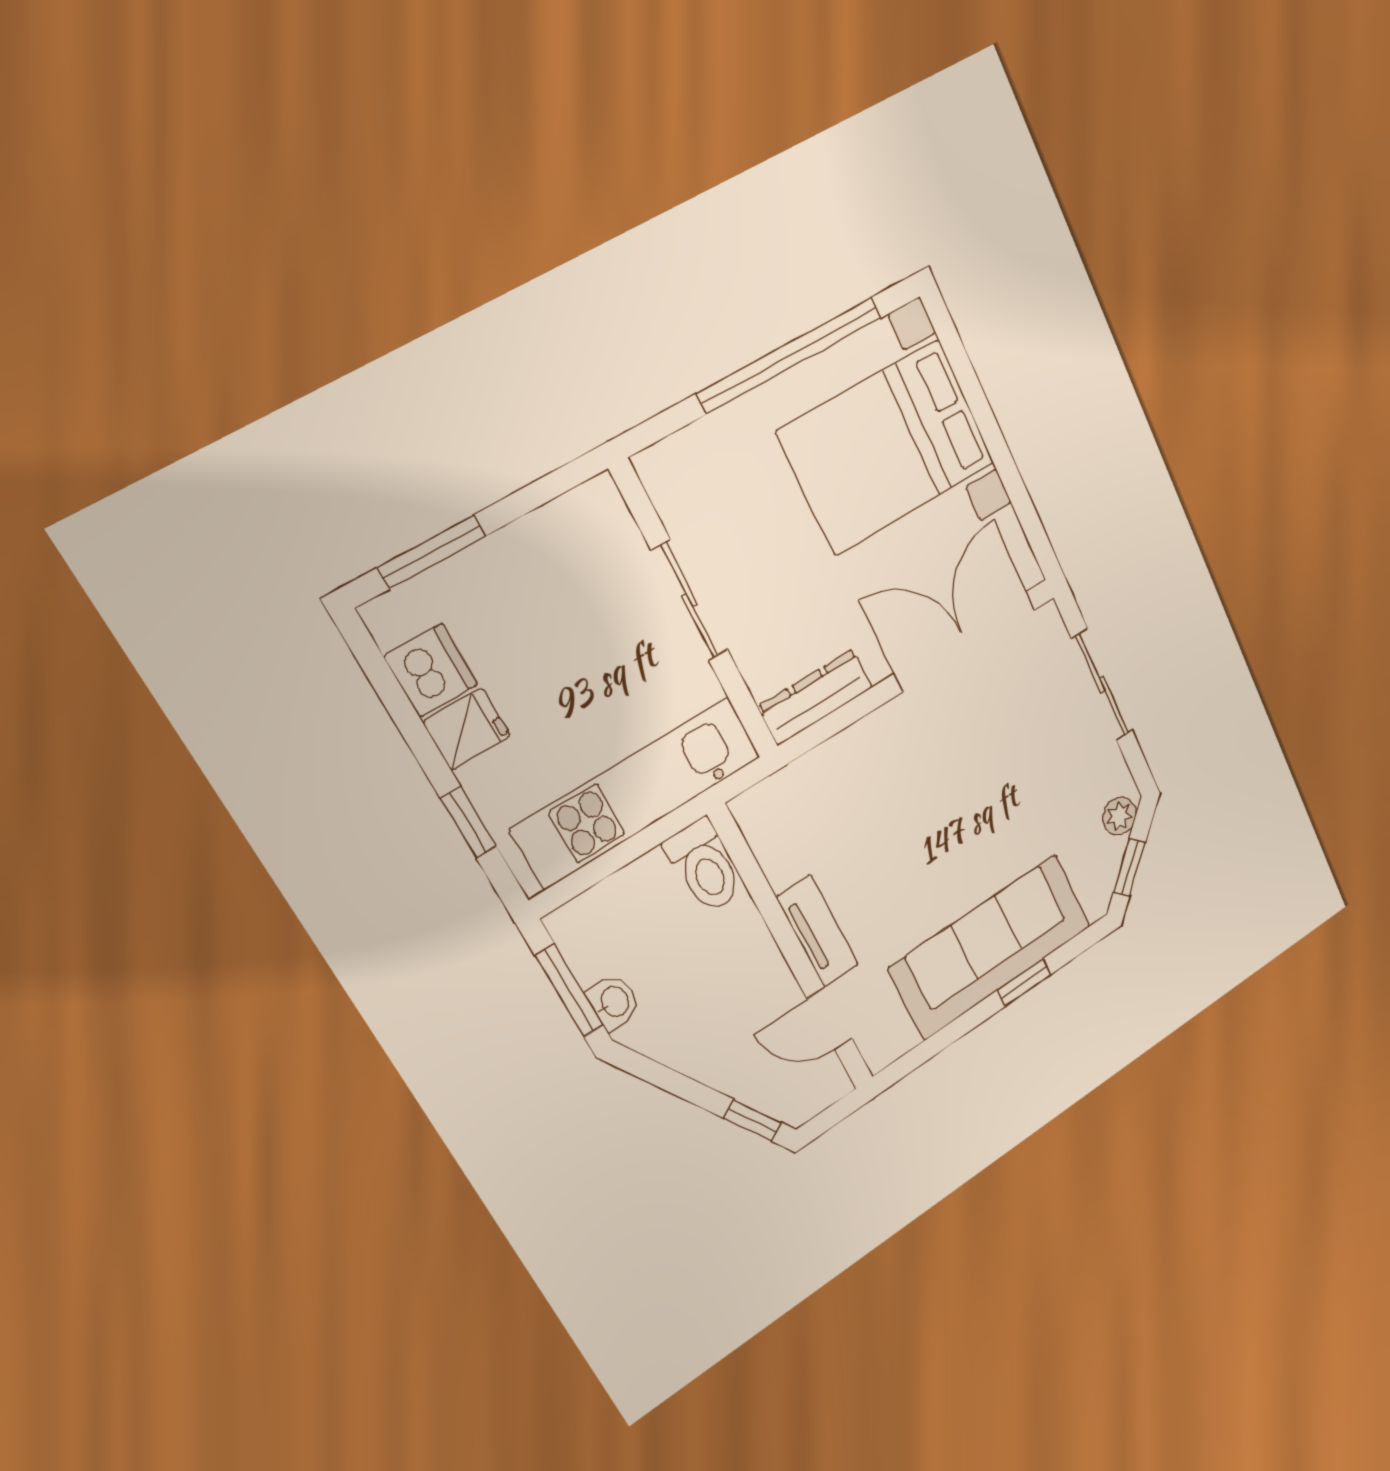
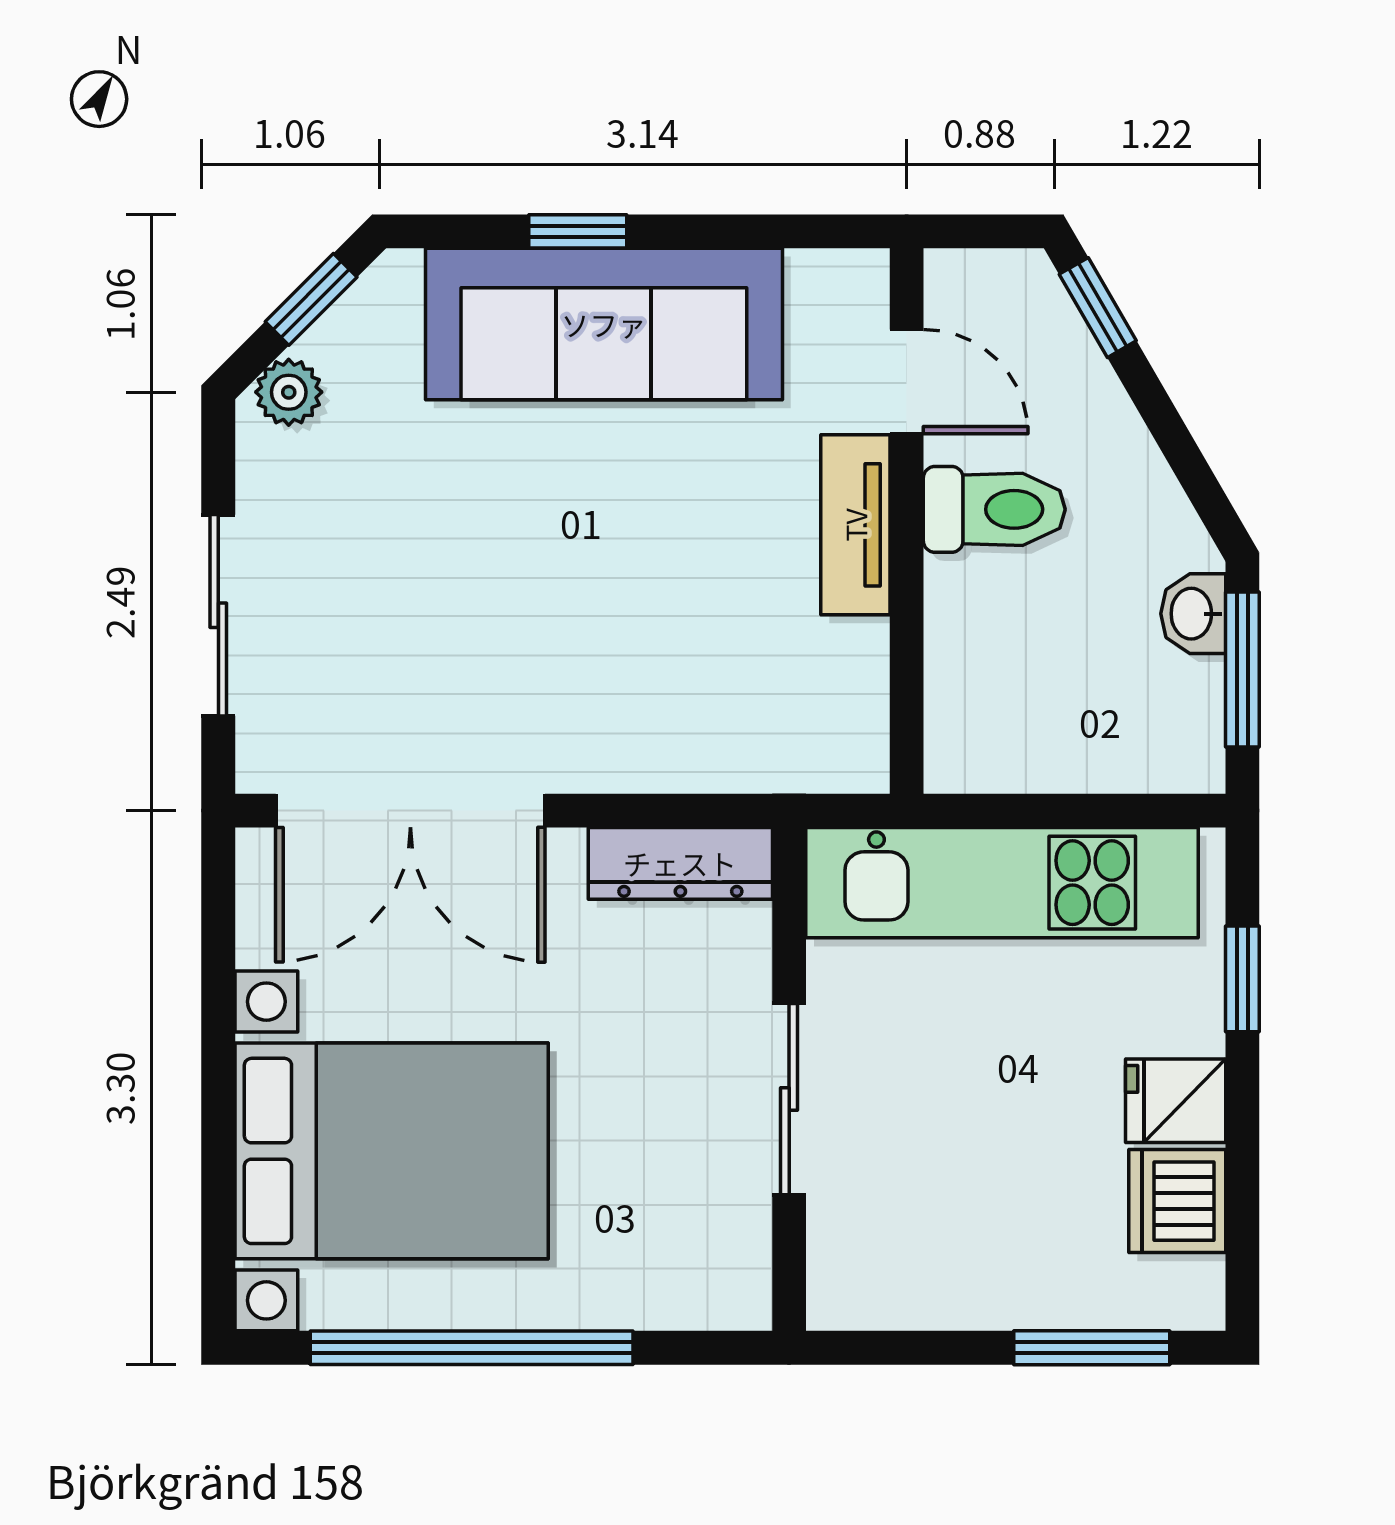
toilet: (704, 866) -> (994, 509), moved, turned 90

